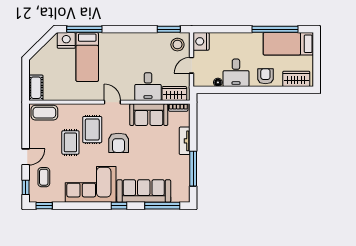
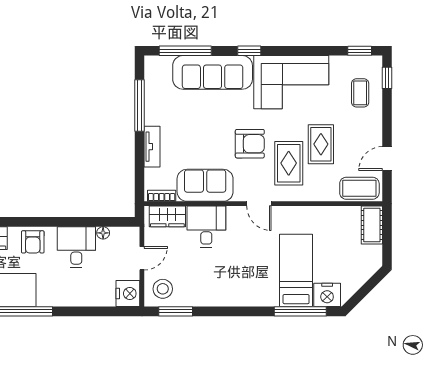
armchair: (119, 143) -> (250, 144), turned 90
door: (26, 157) -> (387, 159), moved

